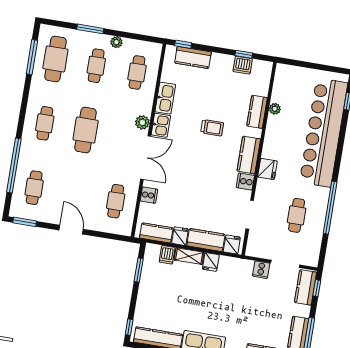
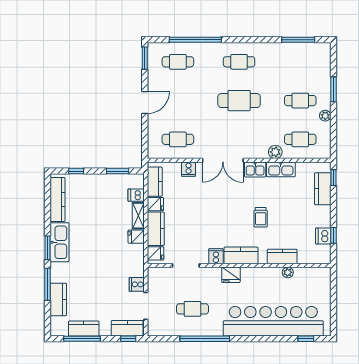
cafe table: (55, 59) -> (300, 62), removed
plant: (142, 122) -> (275, 152), moved
window: (129, 327) -> (76, 171), moved

